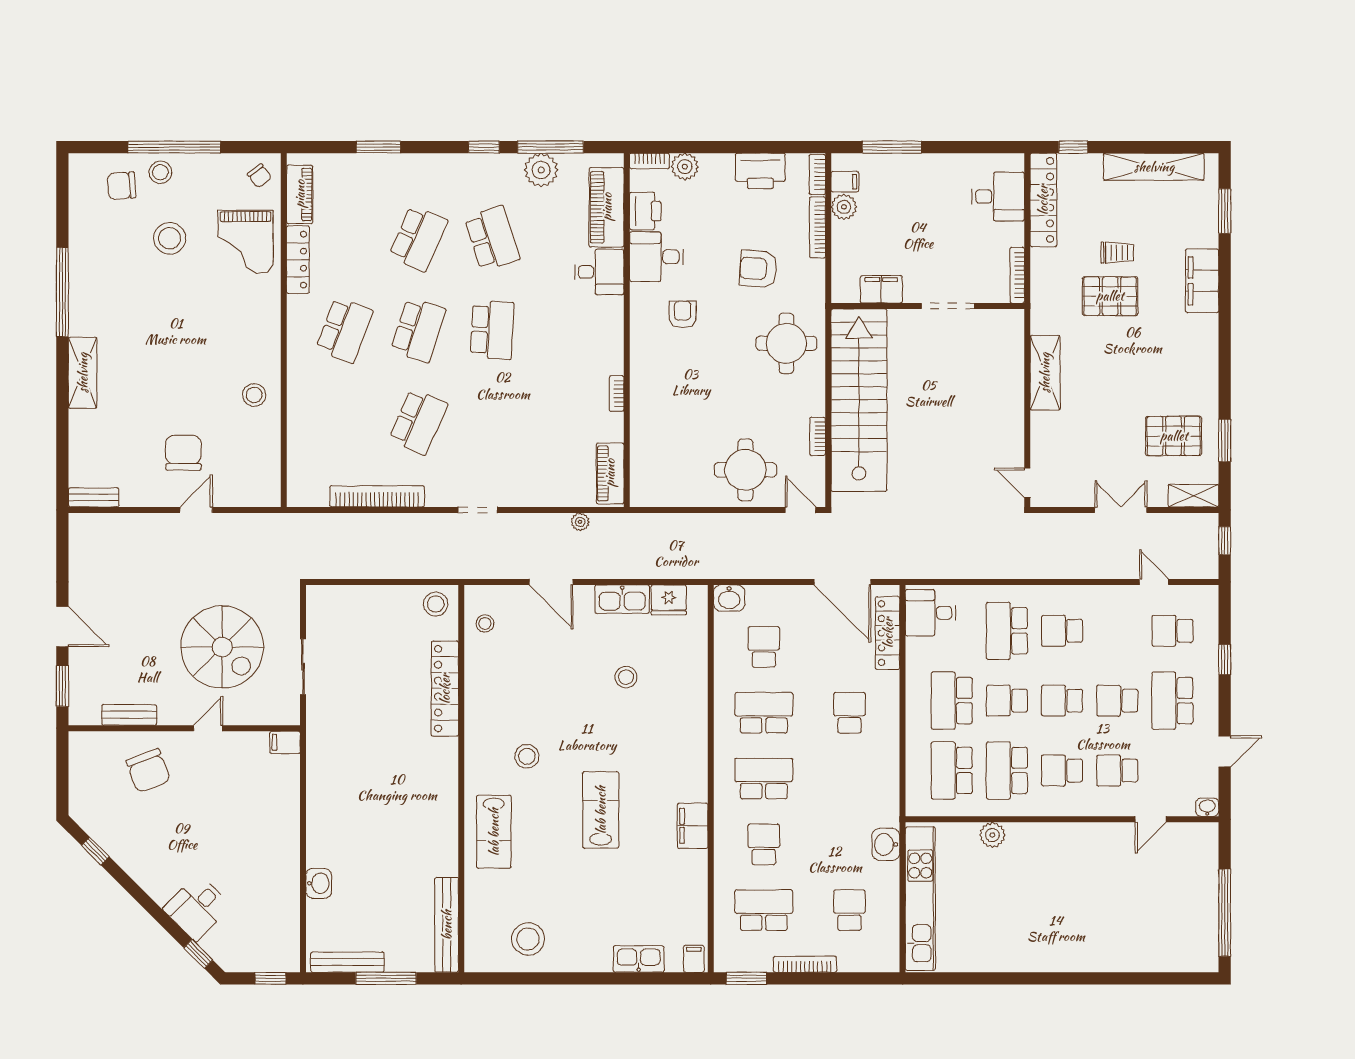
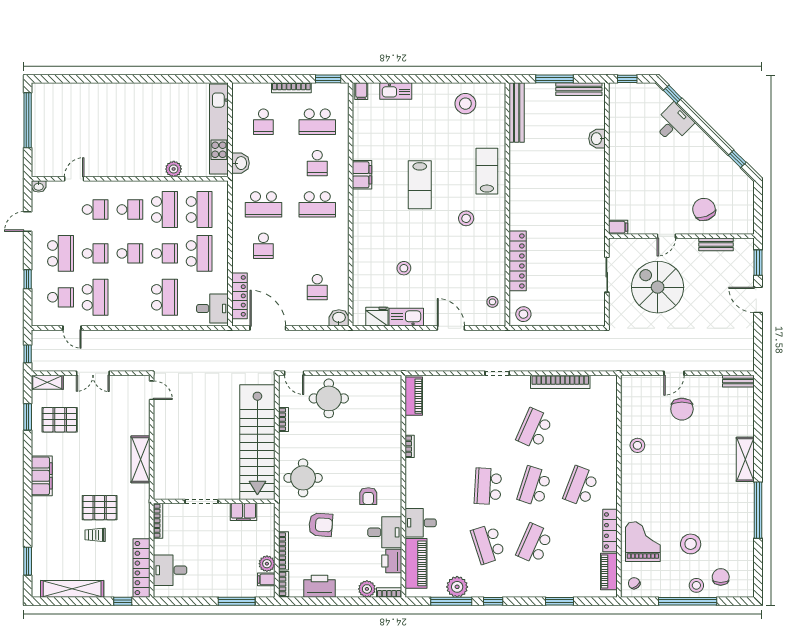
chair: (122, 186) -> (721, 577), turned -86
filing cabinet: (1202, 281) -> (42, 476), moved
plant: (580, 522) -> (433, 366), removed
school desk: (1062, 631) -> (95, 297), moved, width x1.85
school desk: (764, 713) -> (263, 204), moved

